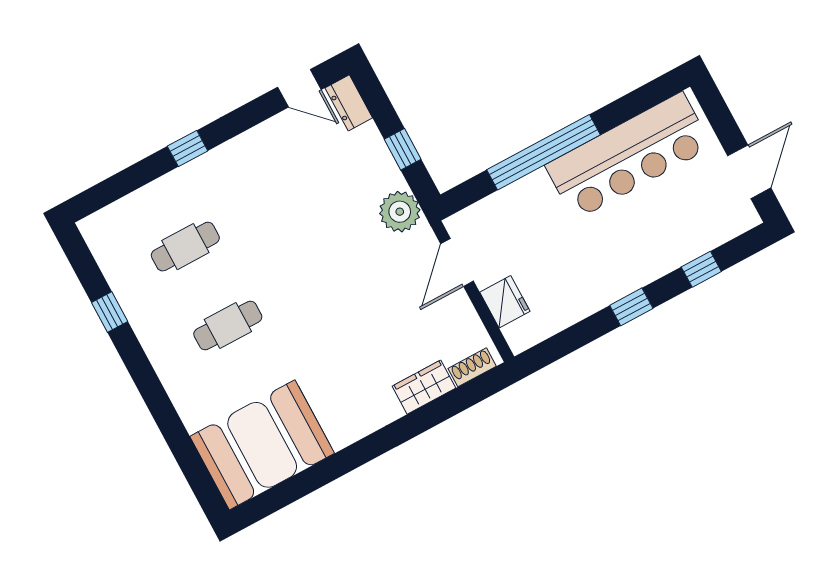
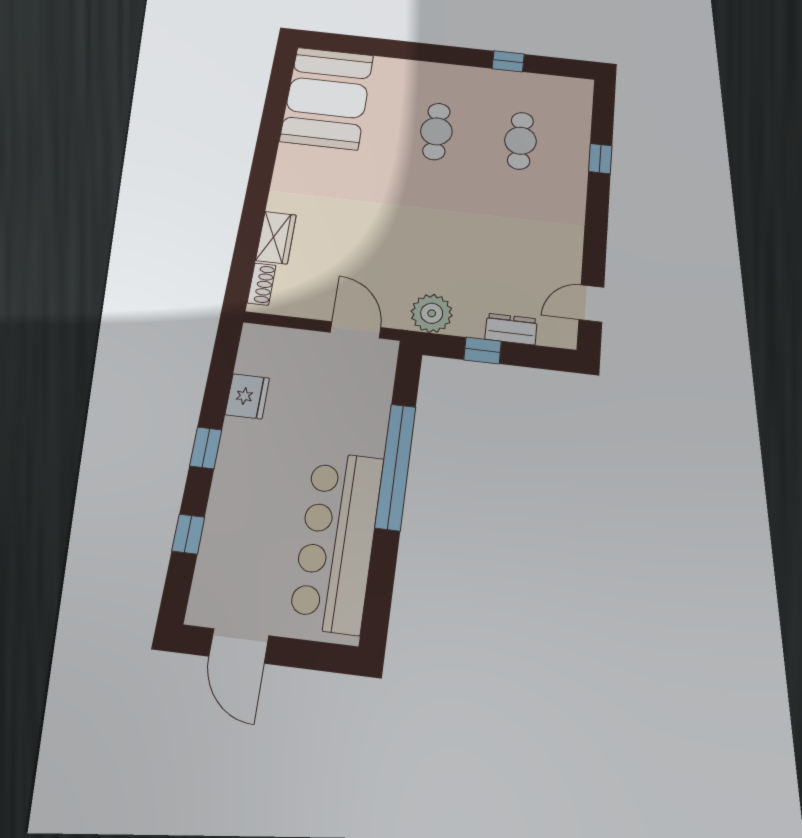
dresser: (349, 103) -> (511, 329), moved
window: (188, 148) -> (600, 159), moved
fridge: (505, 302) -> (247, 396), moved, turned -90

